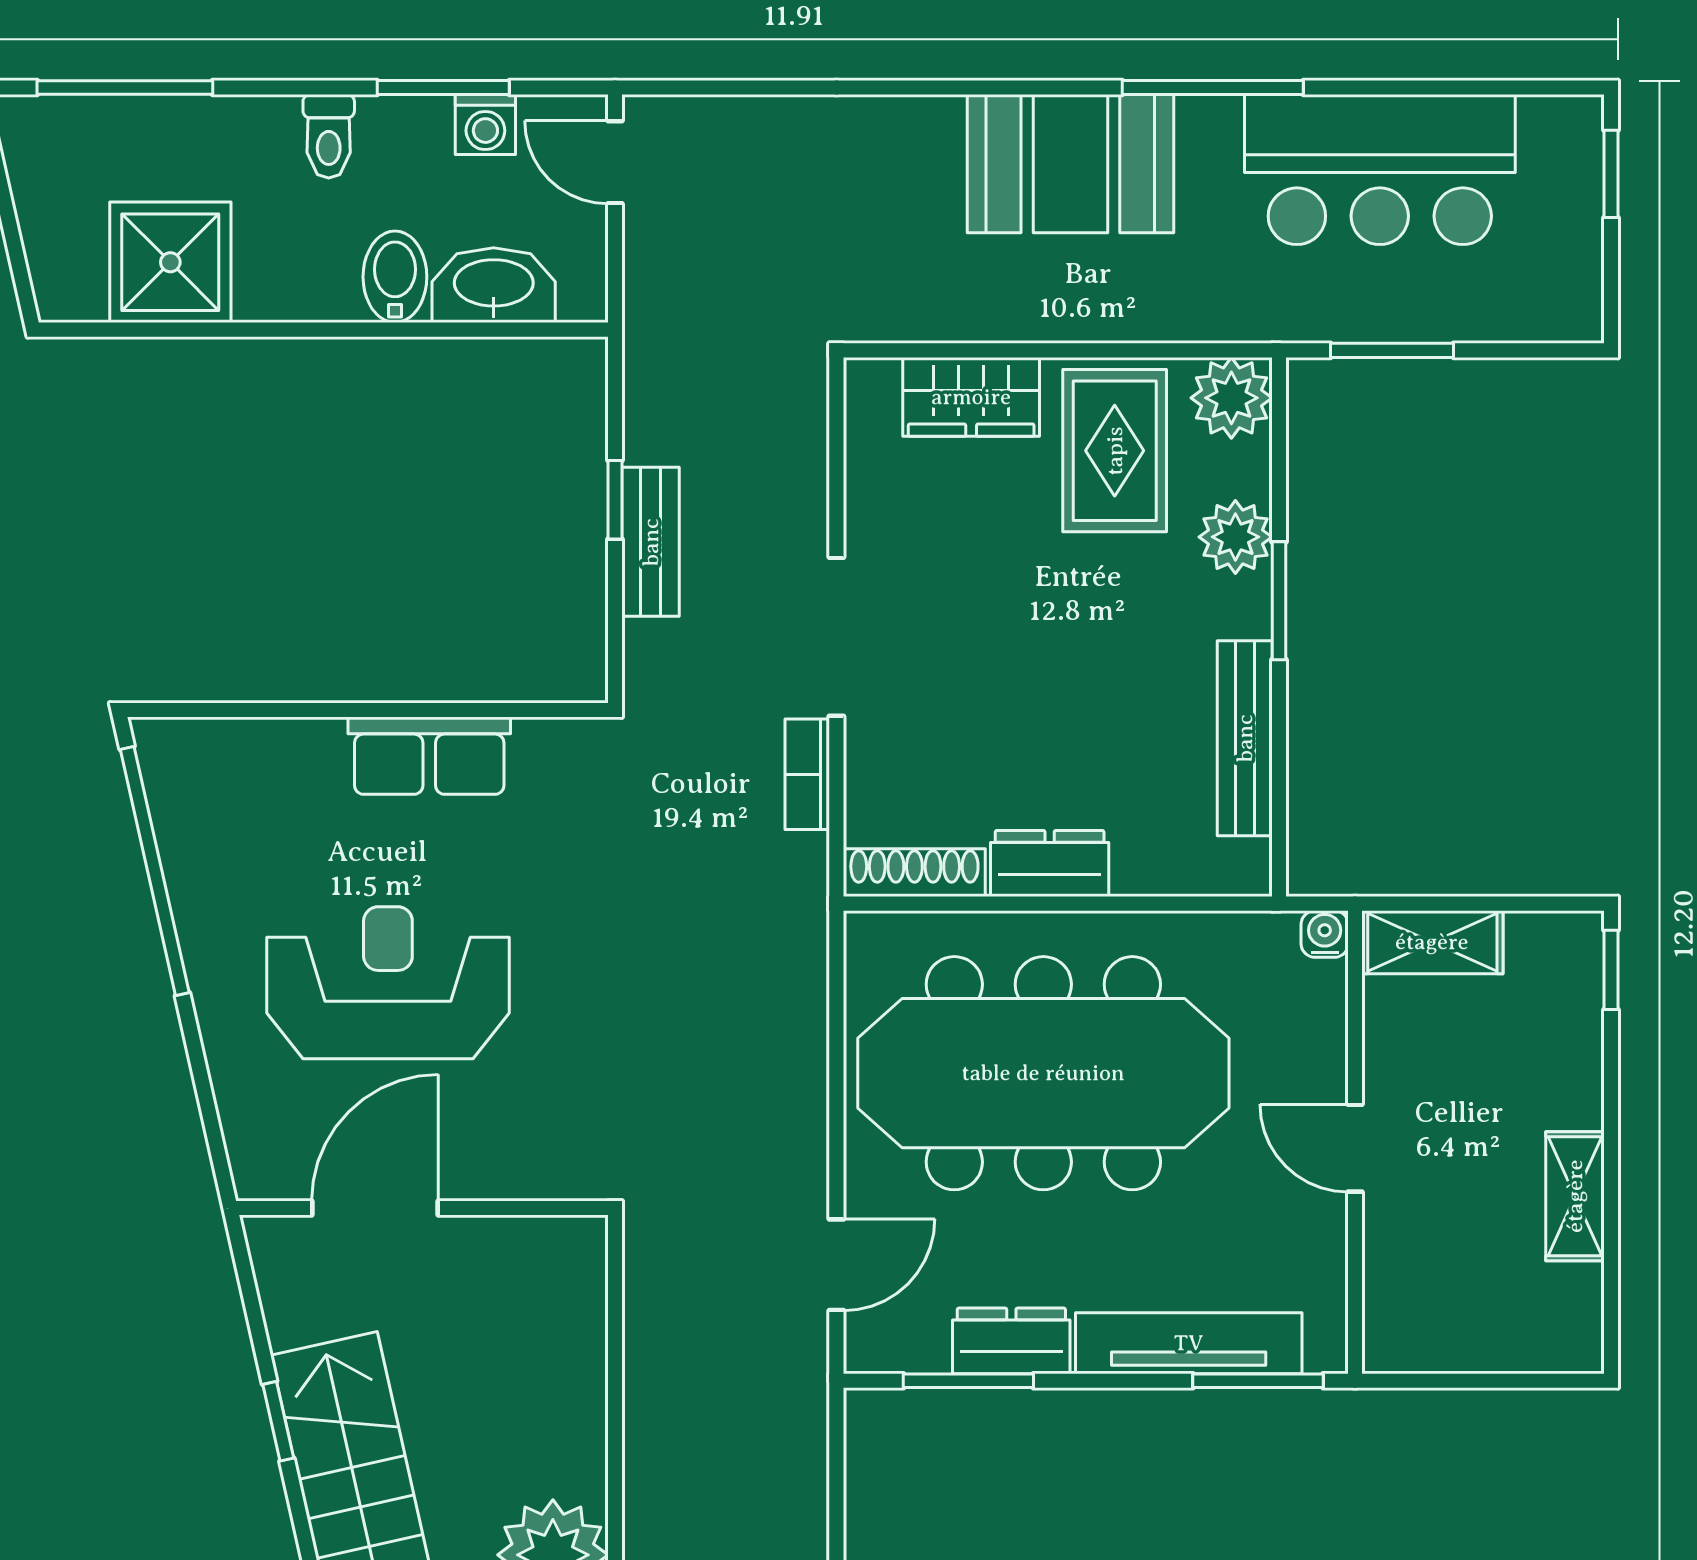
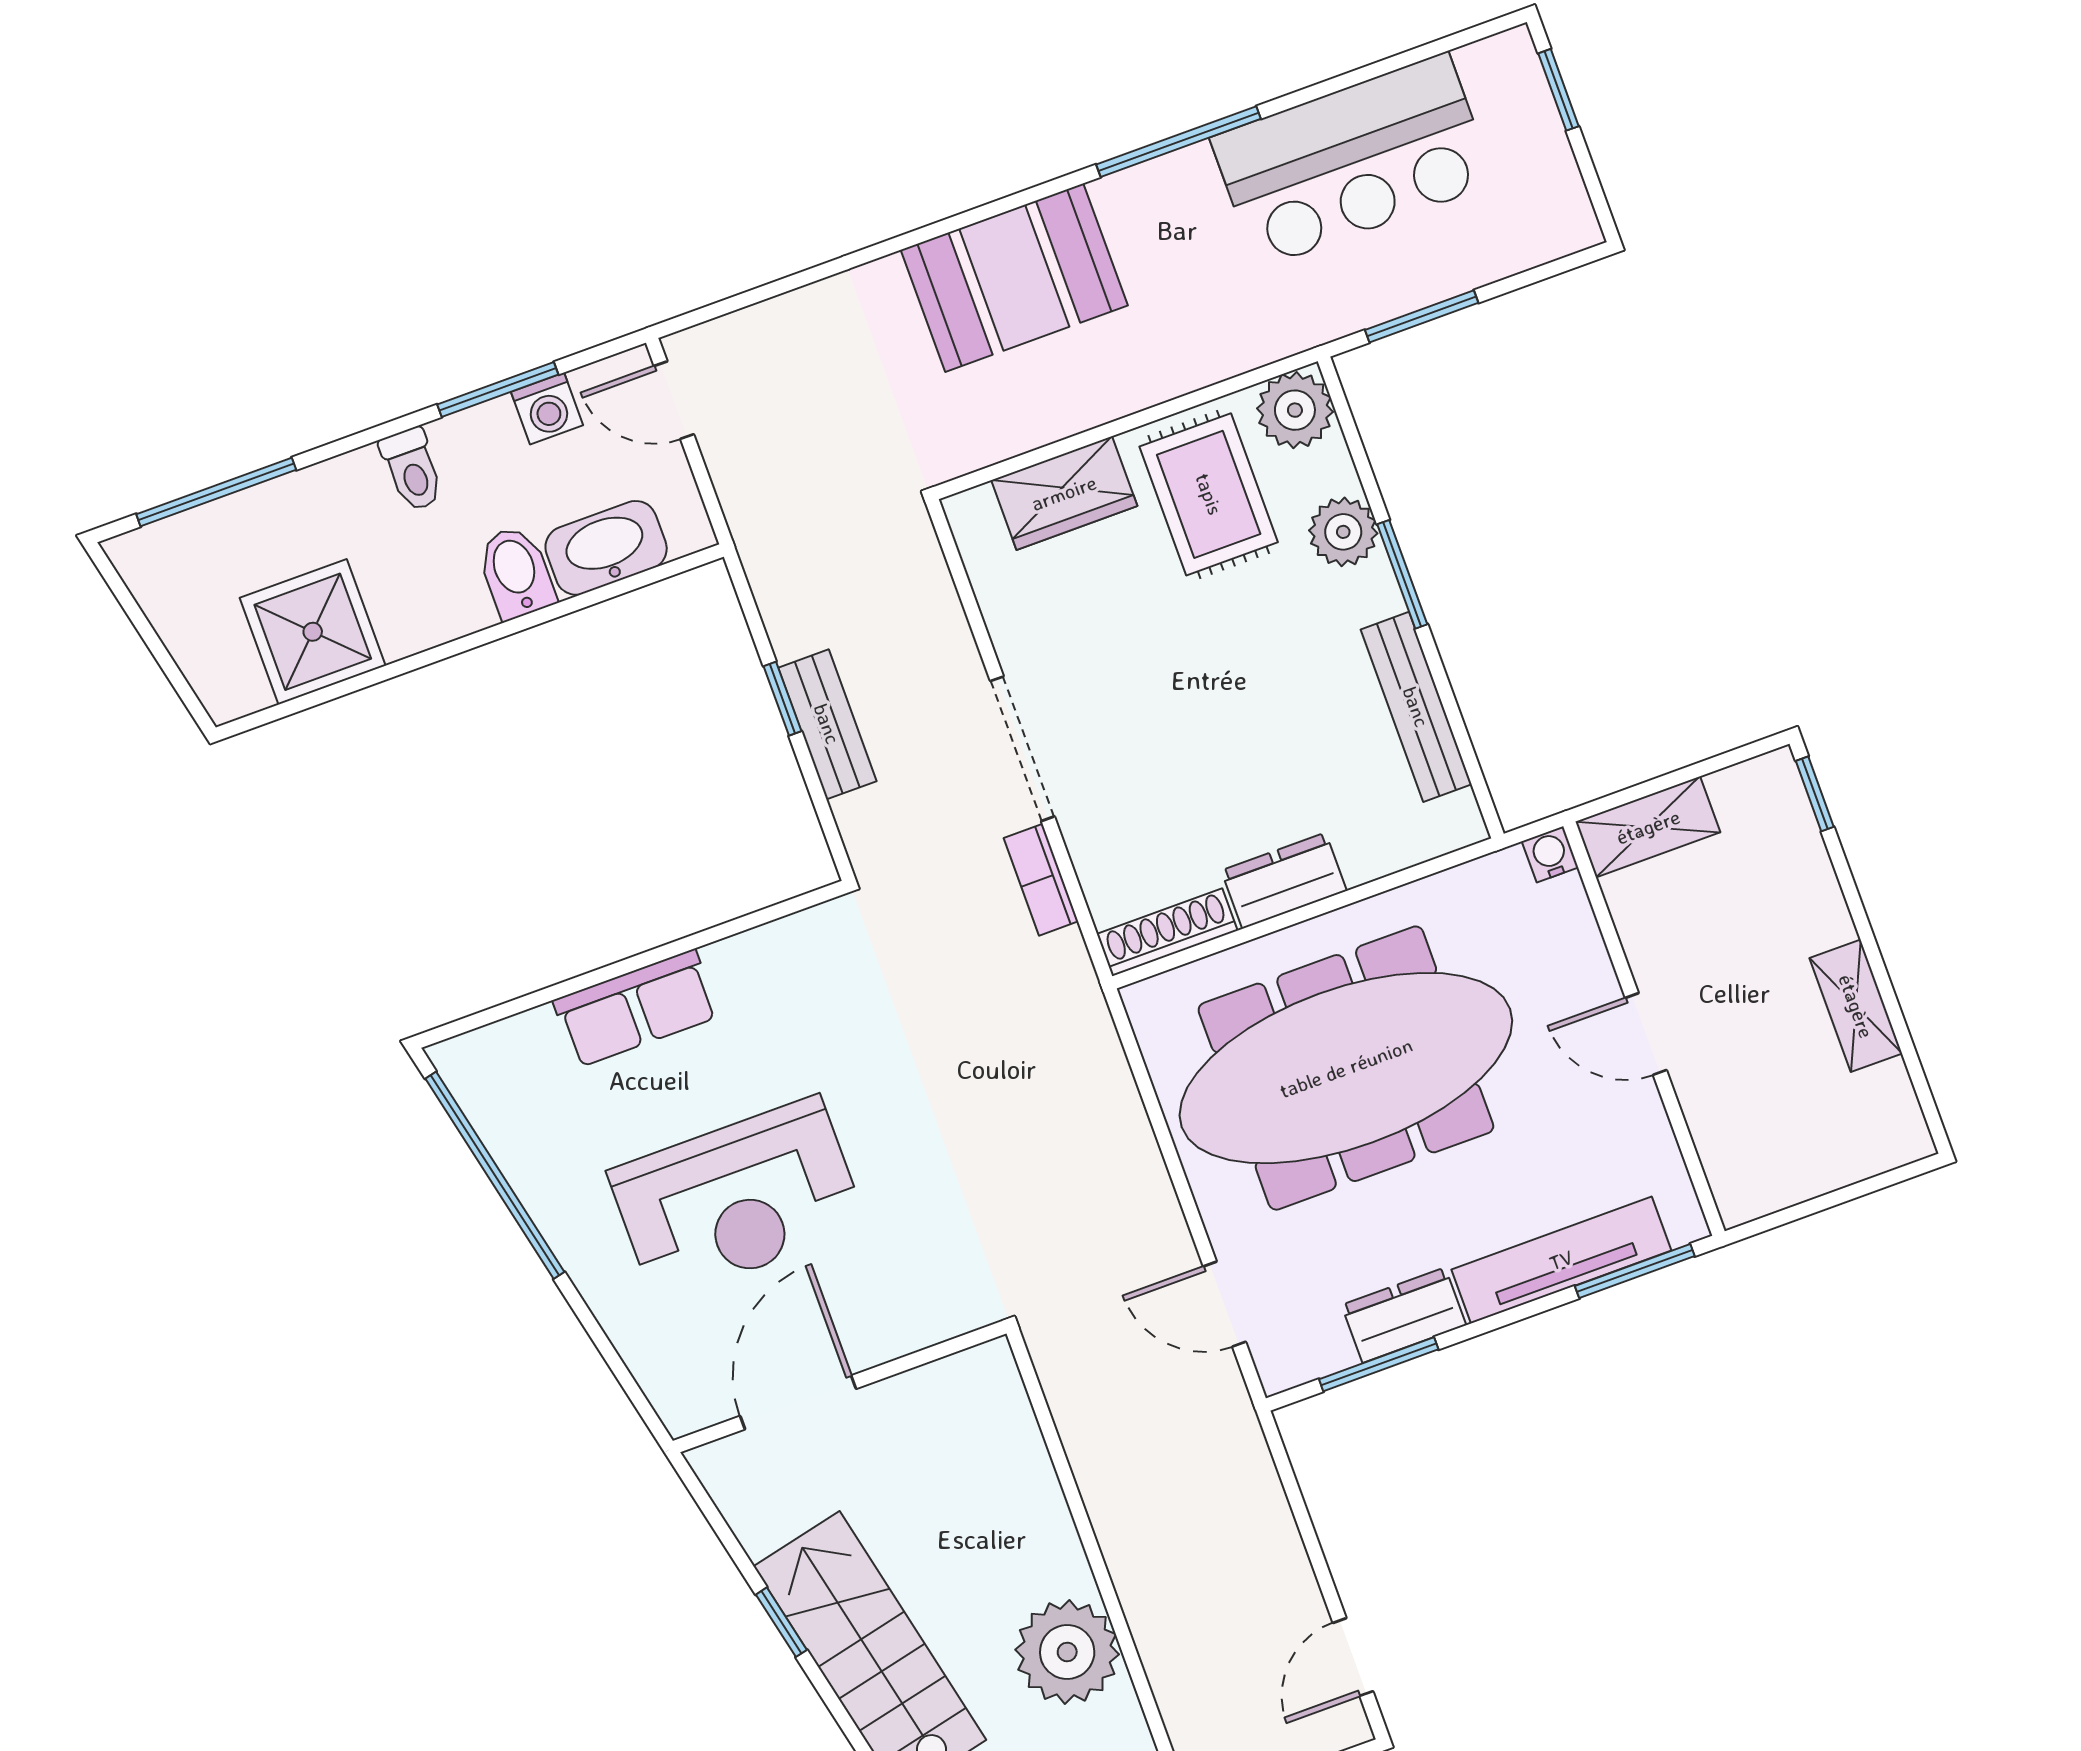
booth: (1070, 164) -> (1014, 278), moved
row of seats: (429, 756) -> (636, 1008), moved
reception desk: (388, 983) -> (737, 1199), turned 180
door: (836, 1265) -> (1225, 1304), swing flipped

